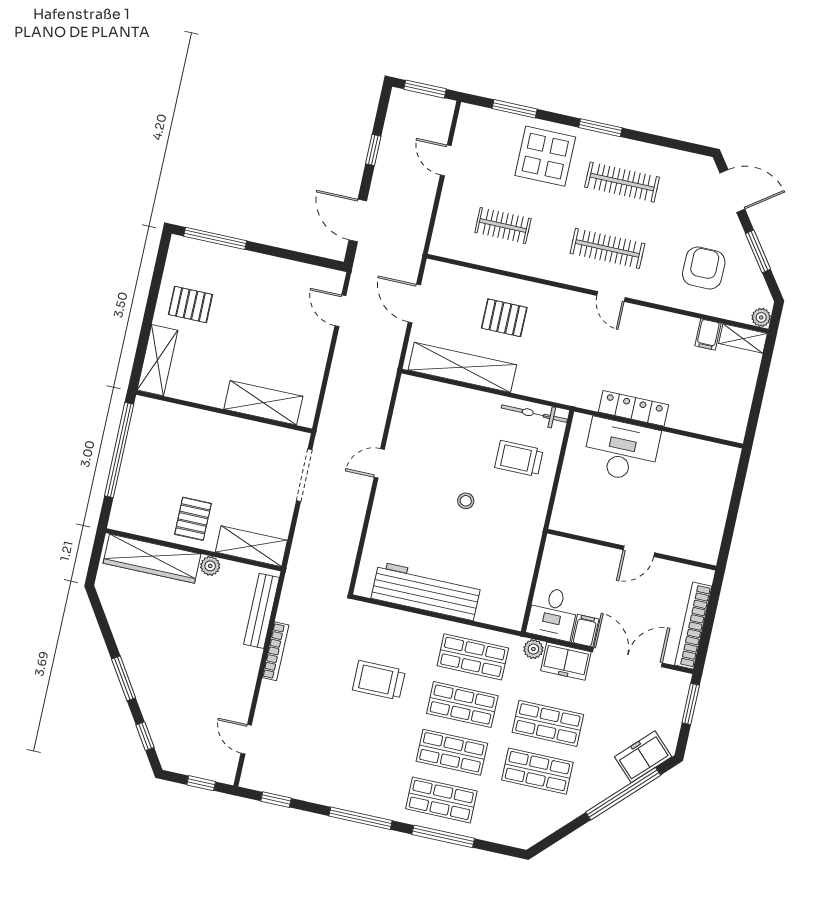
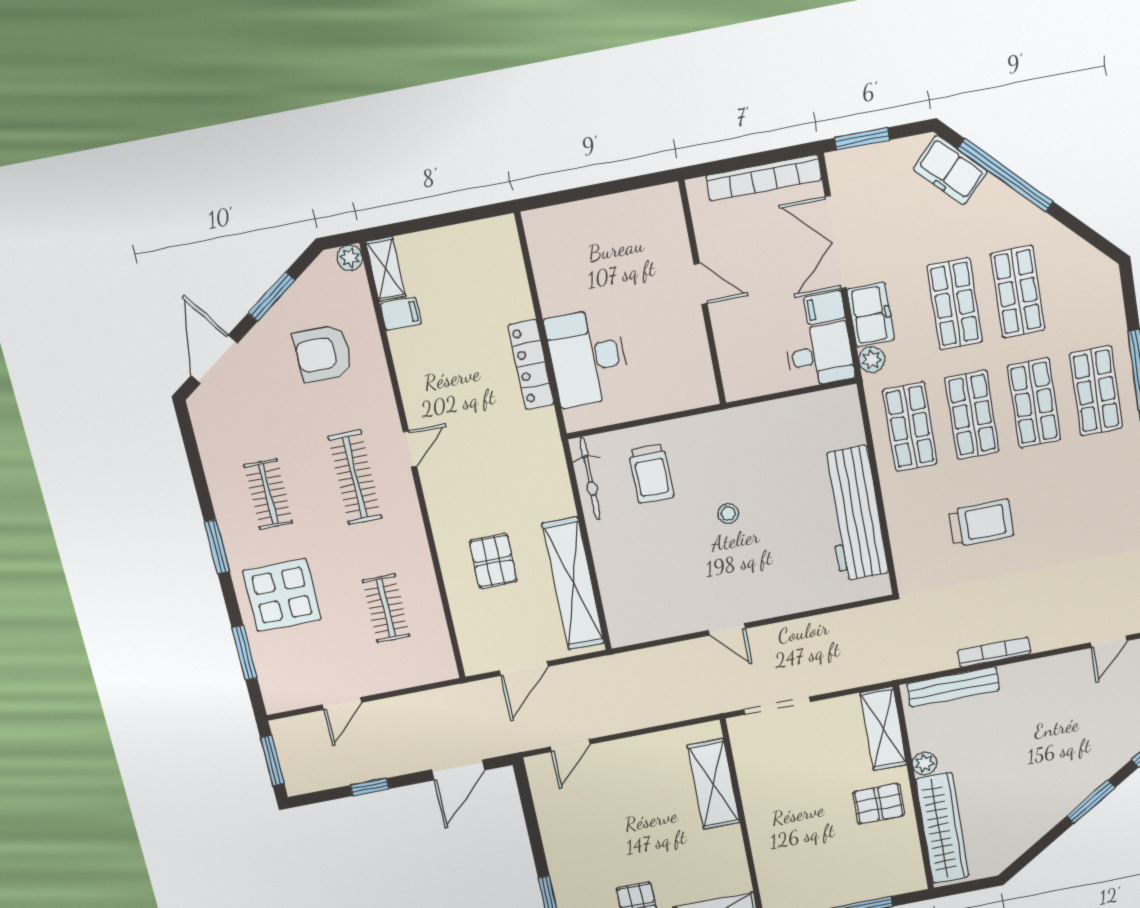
clothes rail: (622, 182) -> (268, 494), width x0.73
trolley: (379, 680) -> (981, 523), turned -90

